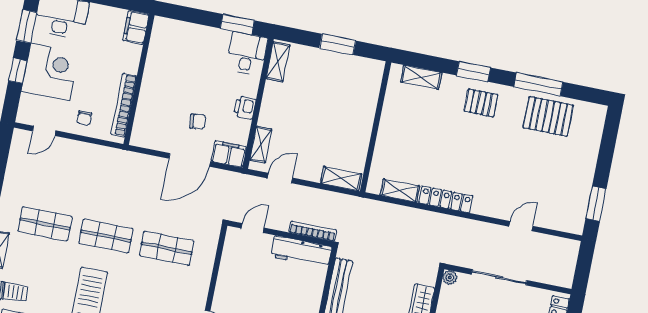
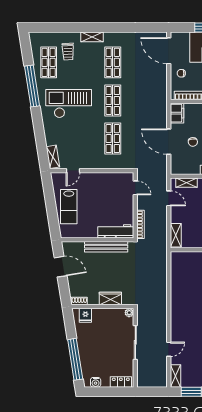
door: (44, 131) -> (169, 51), width x1.88
filing cabinet: (229, 154) -> (177, 113), moved
shelving: (400, 191) -> (176, 376), moved
locker: (446, 199) -> (176, 301), removed
door: (521, 226) -> (169, 349), hinge flipped
workbench: (301, 252) -> (116, 231), moved, turned 90

